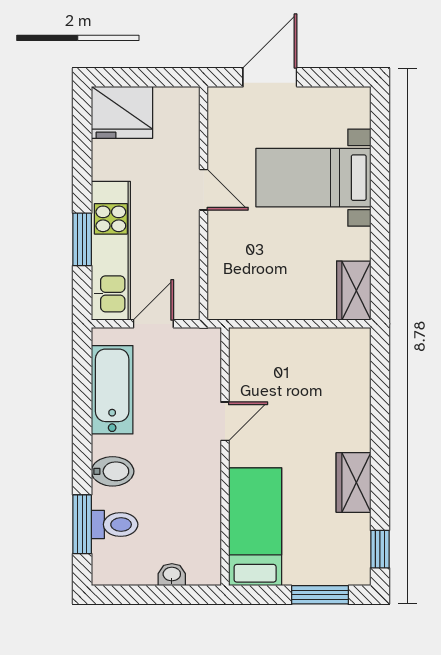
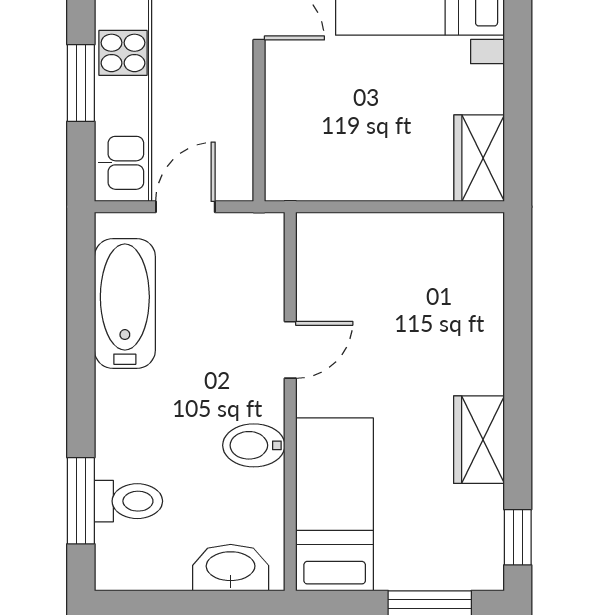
bidet: (113, 471) -> (254, 445), moved, turned 180
washbasin: (172, 575) -> (231, 568), width x1.91, depth x1.45

